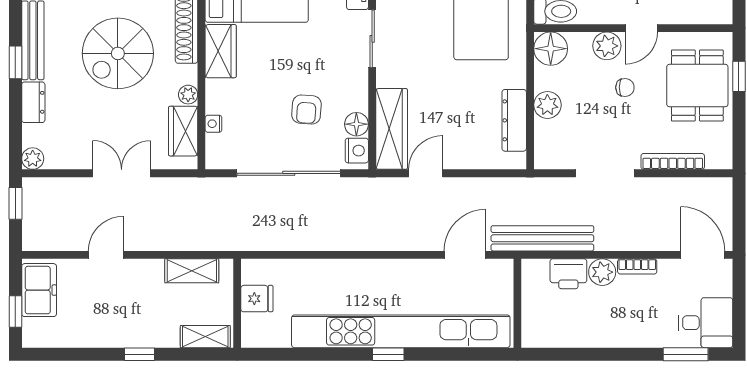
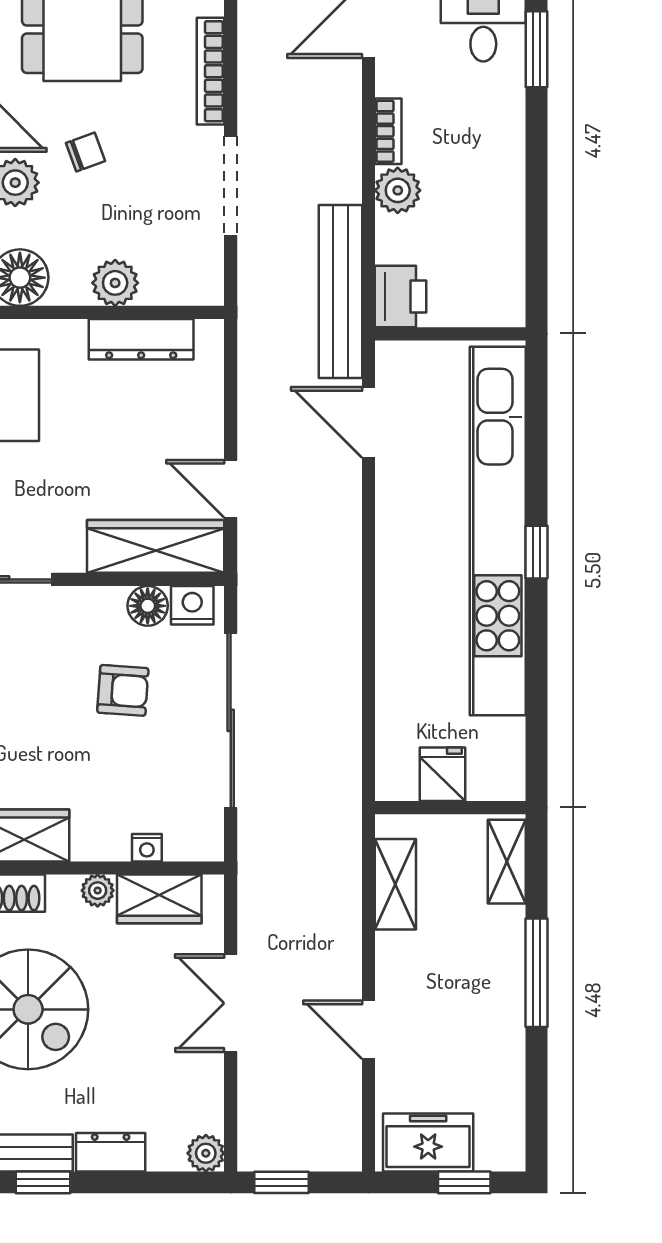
chair: (625, 87) -> (86, 152), turned 70
printer: (568, 274) -> (401, 297), moved
window: (139, 354) -> (536, 973), width x2.17

